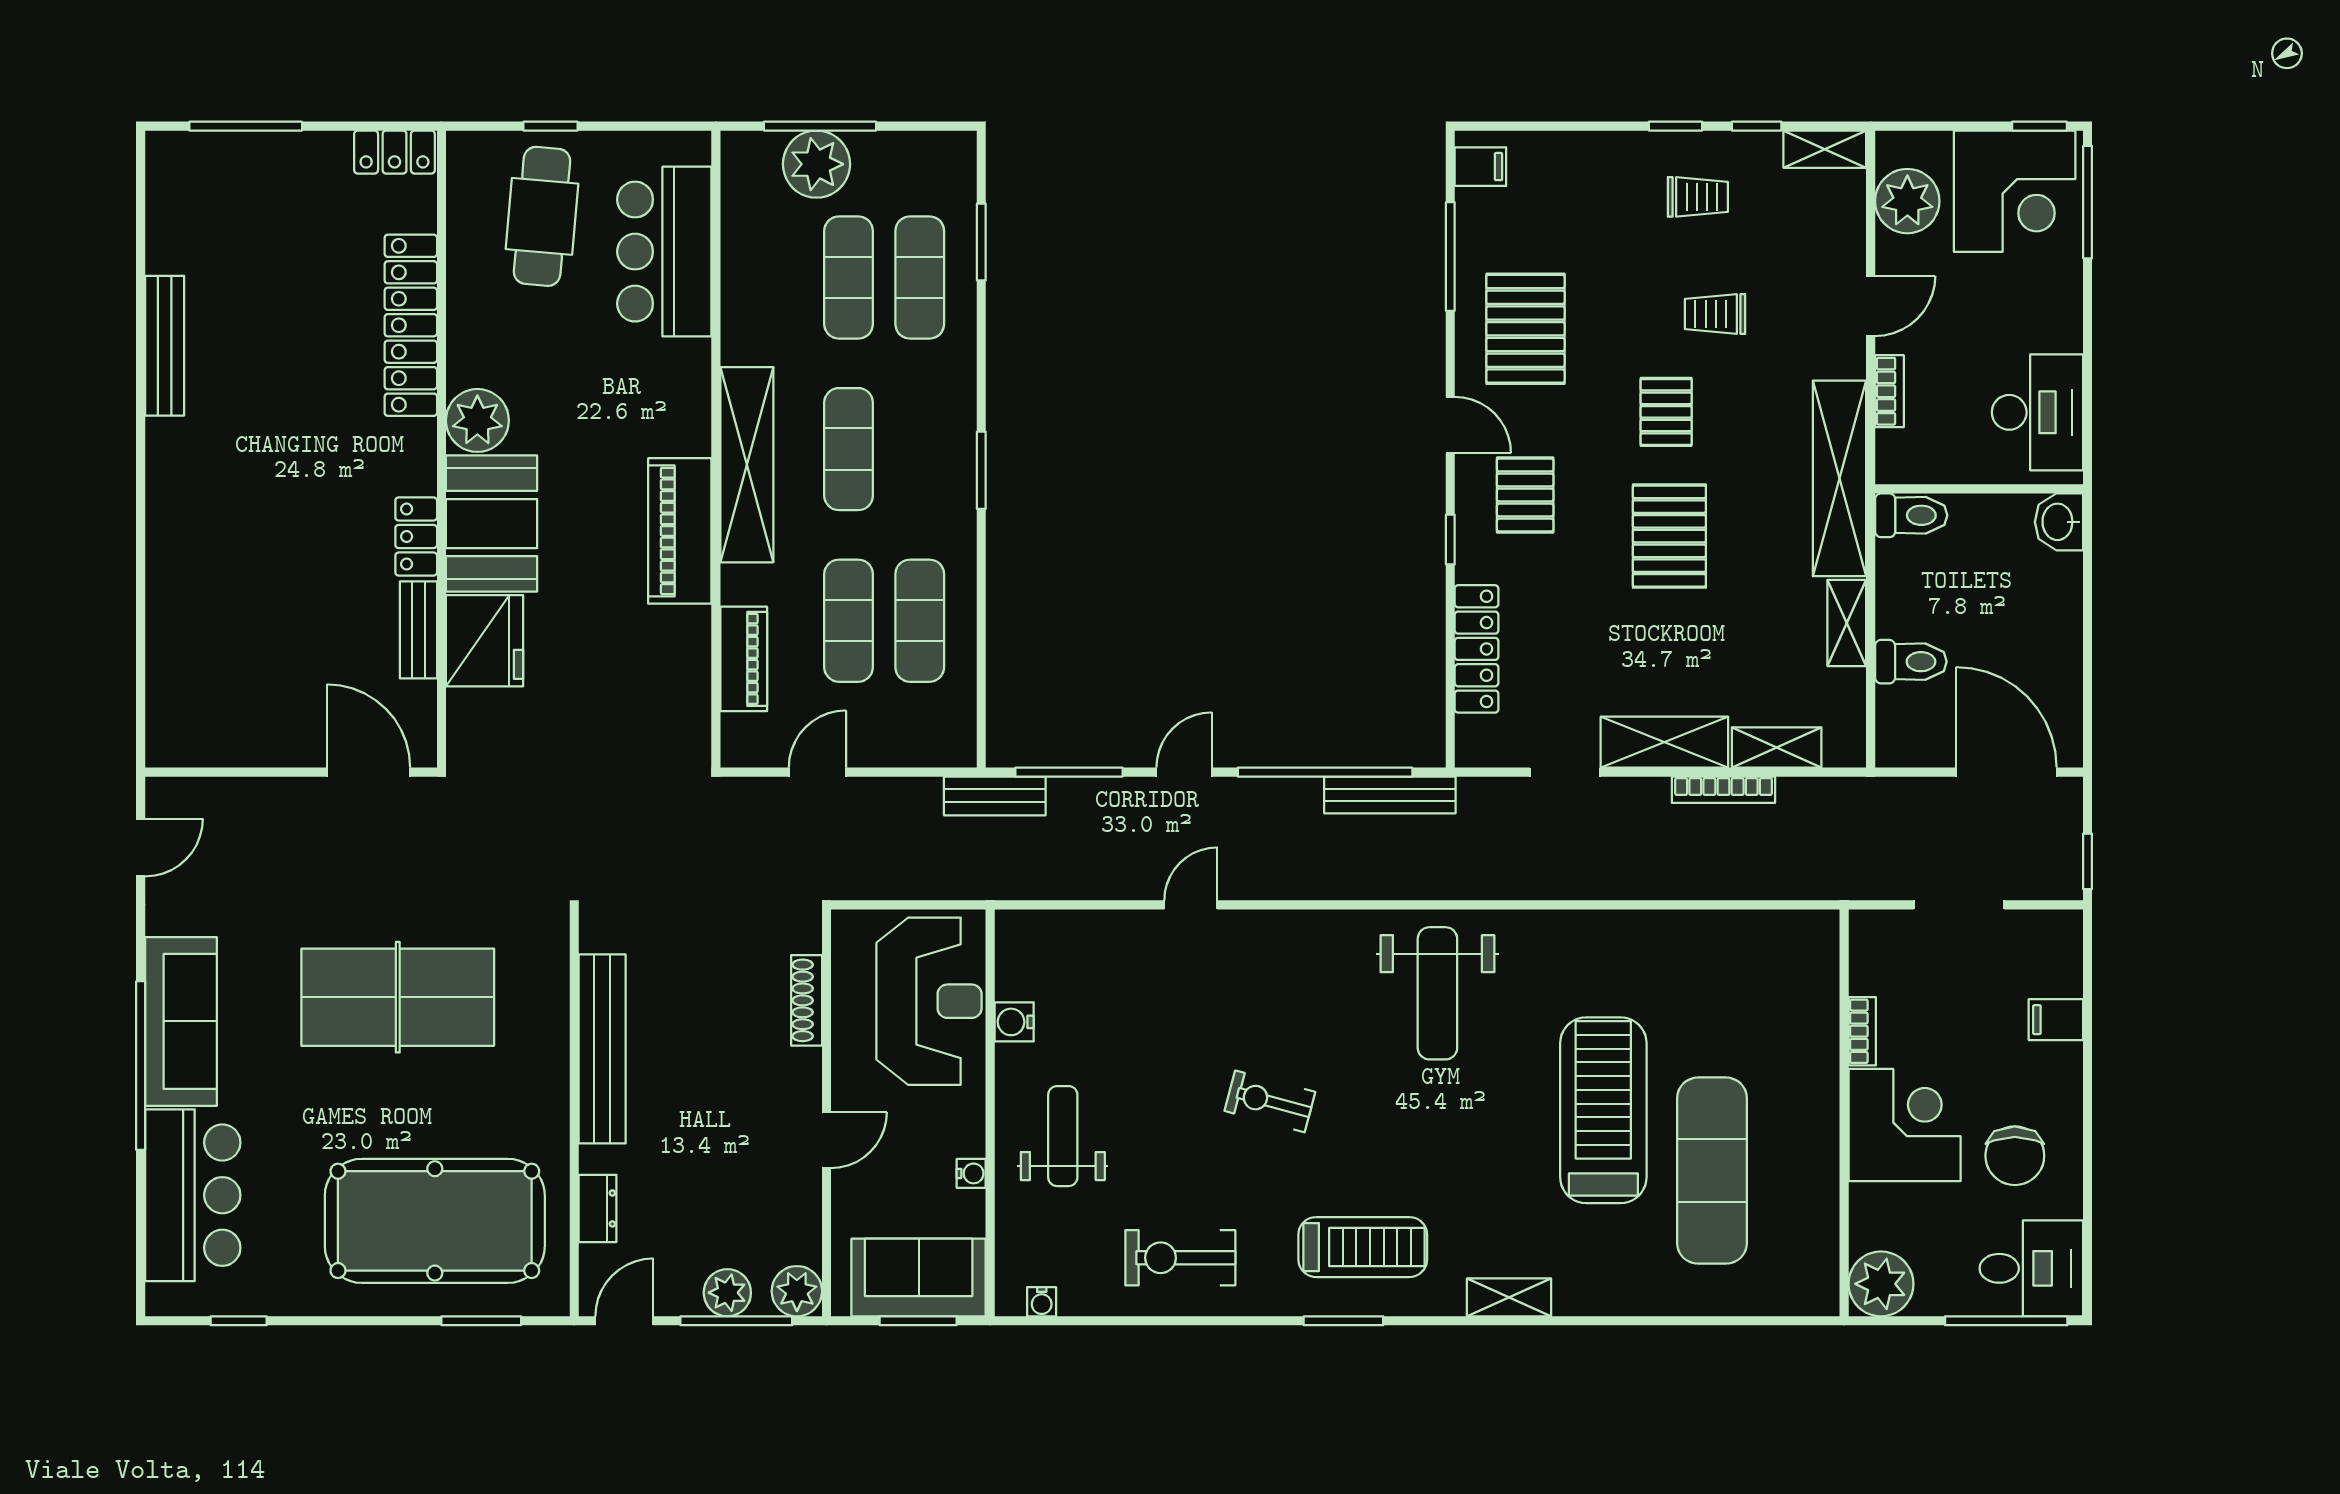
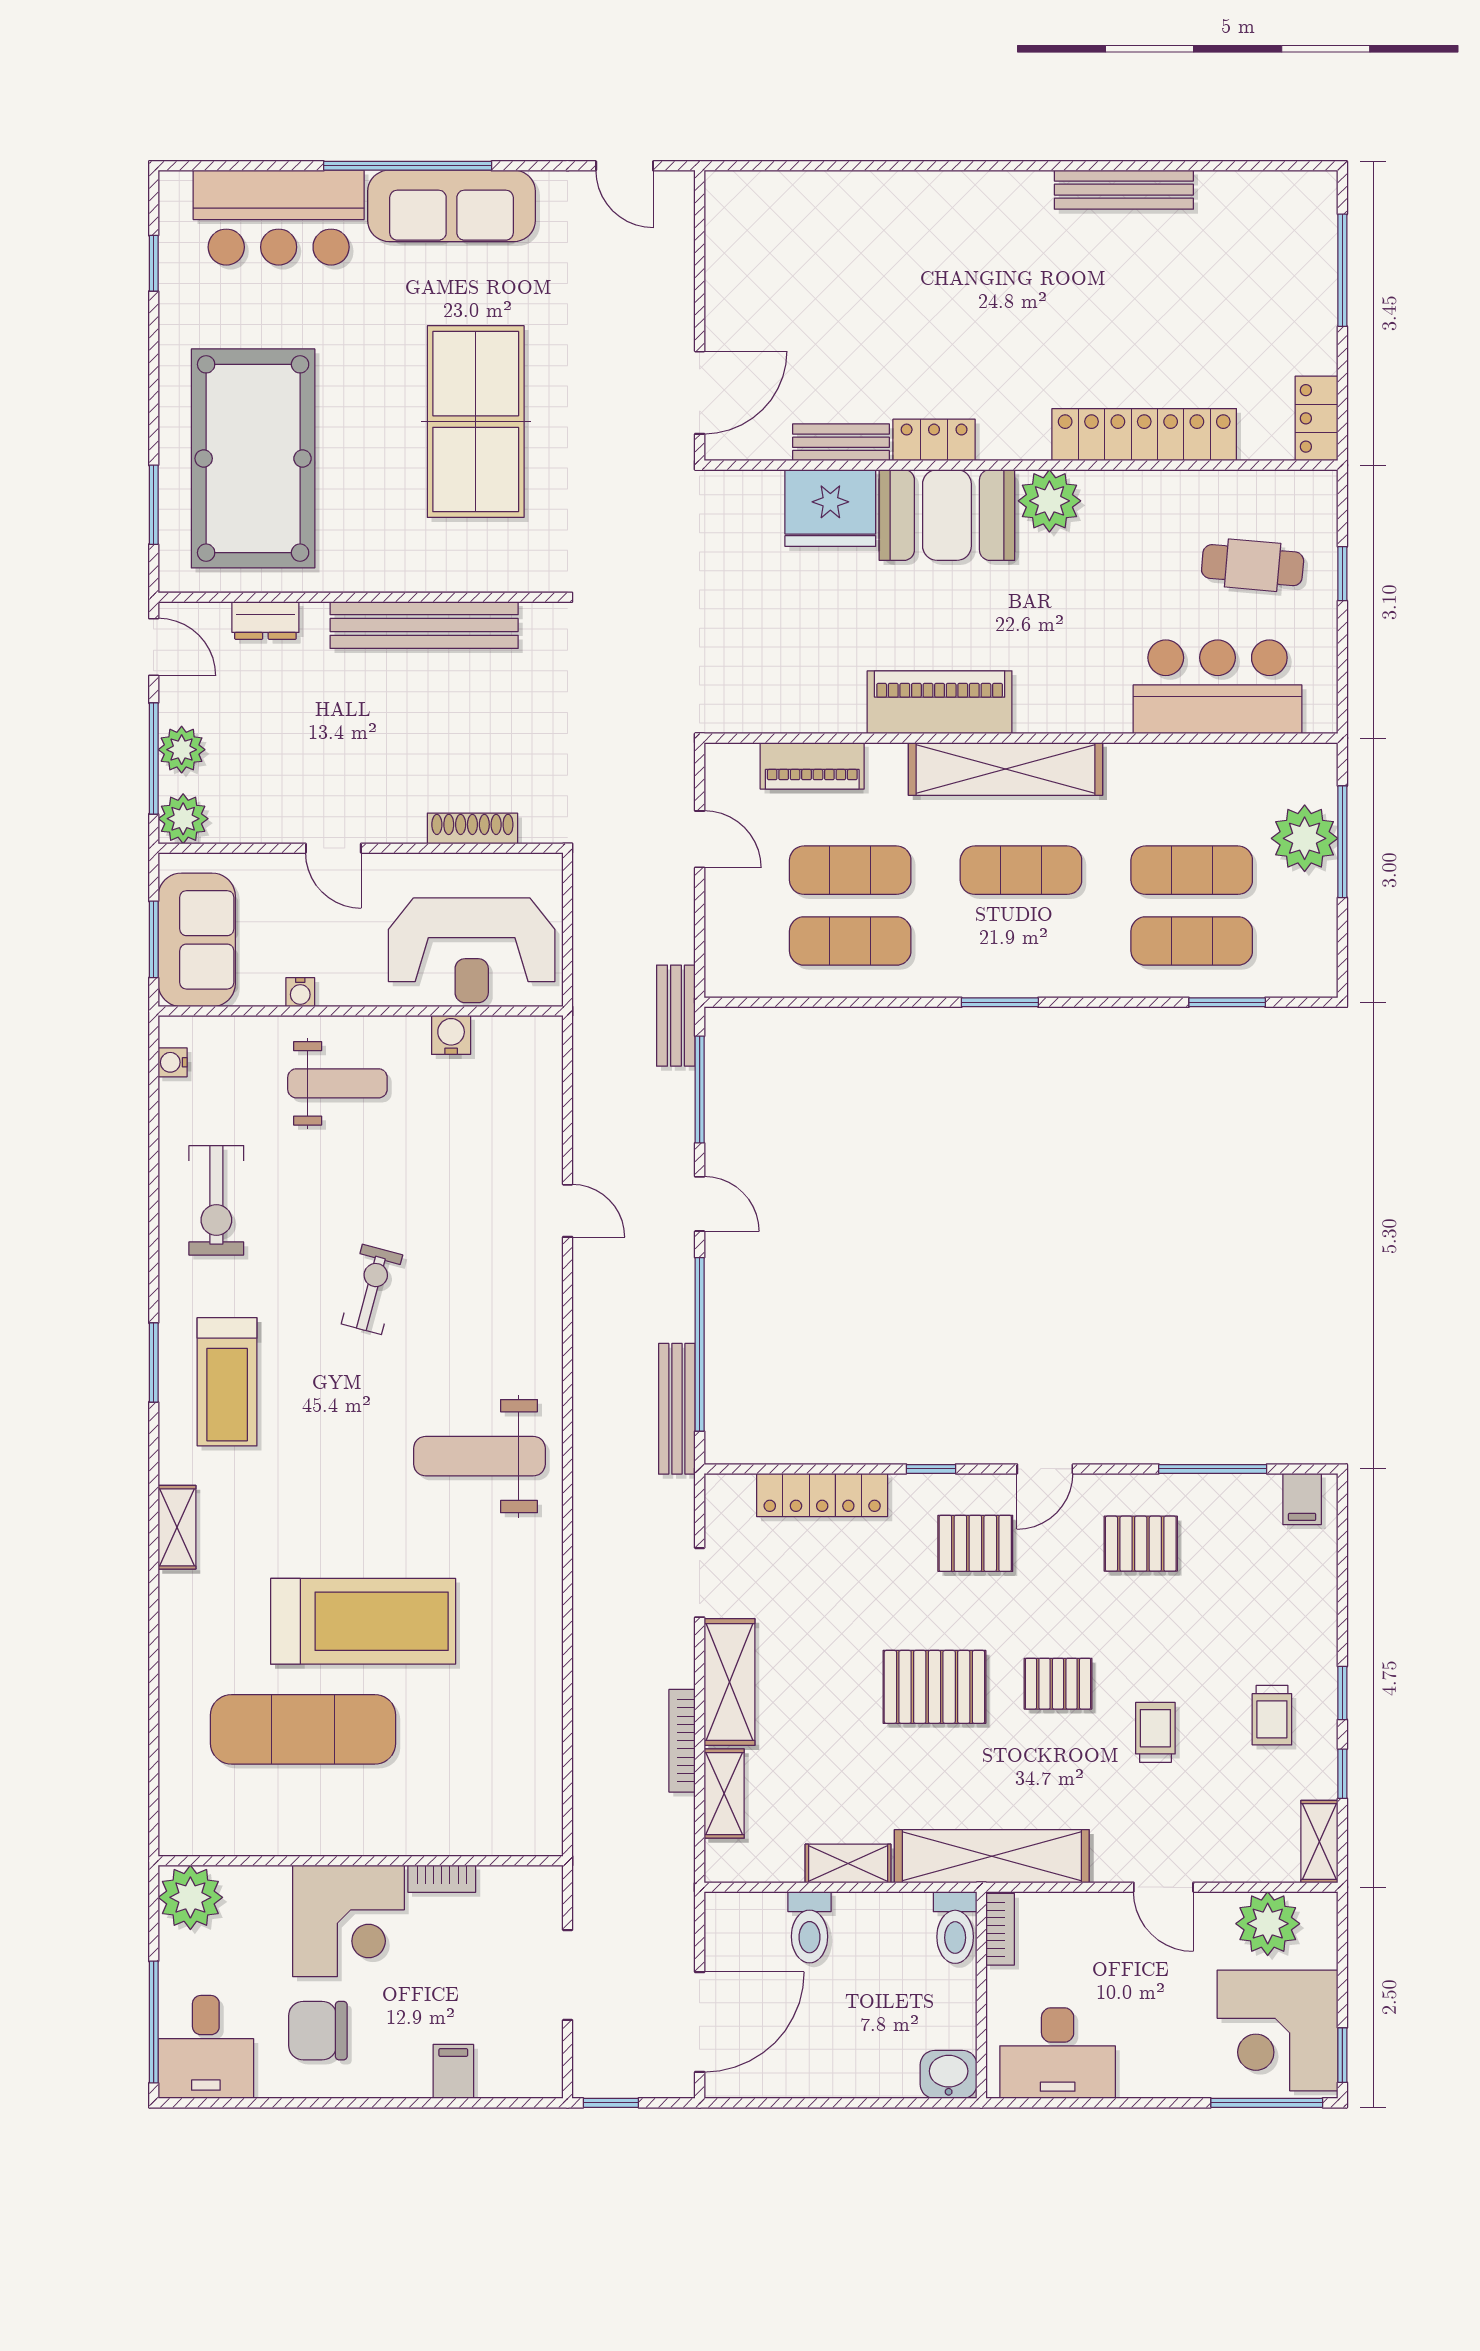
cafe table: (542, 216) -> (1253, 565), width x0.73, depth x0.74
pallet: (1525, 329) -> (1141, 1544), width x0.67, depth x0.71
bookcase: (1889, 391) -> (1000, 1929), moved, turned -90
exercise bike: (1180, 1258) -> (216, 1200), turned 180

